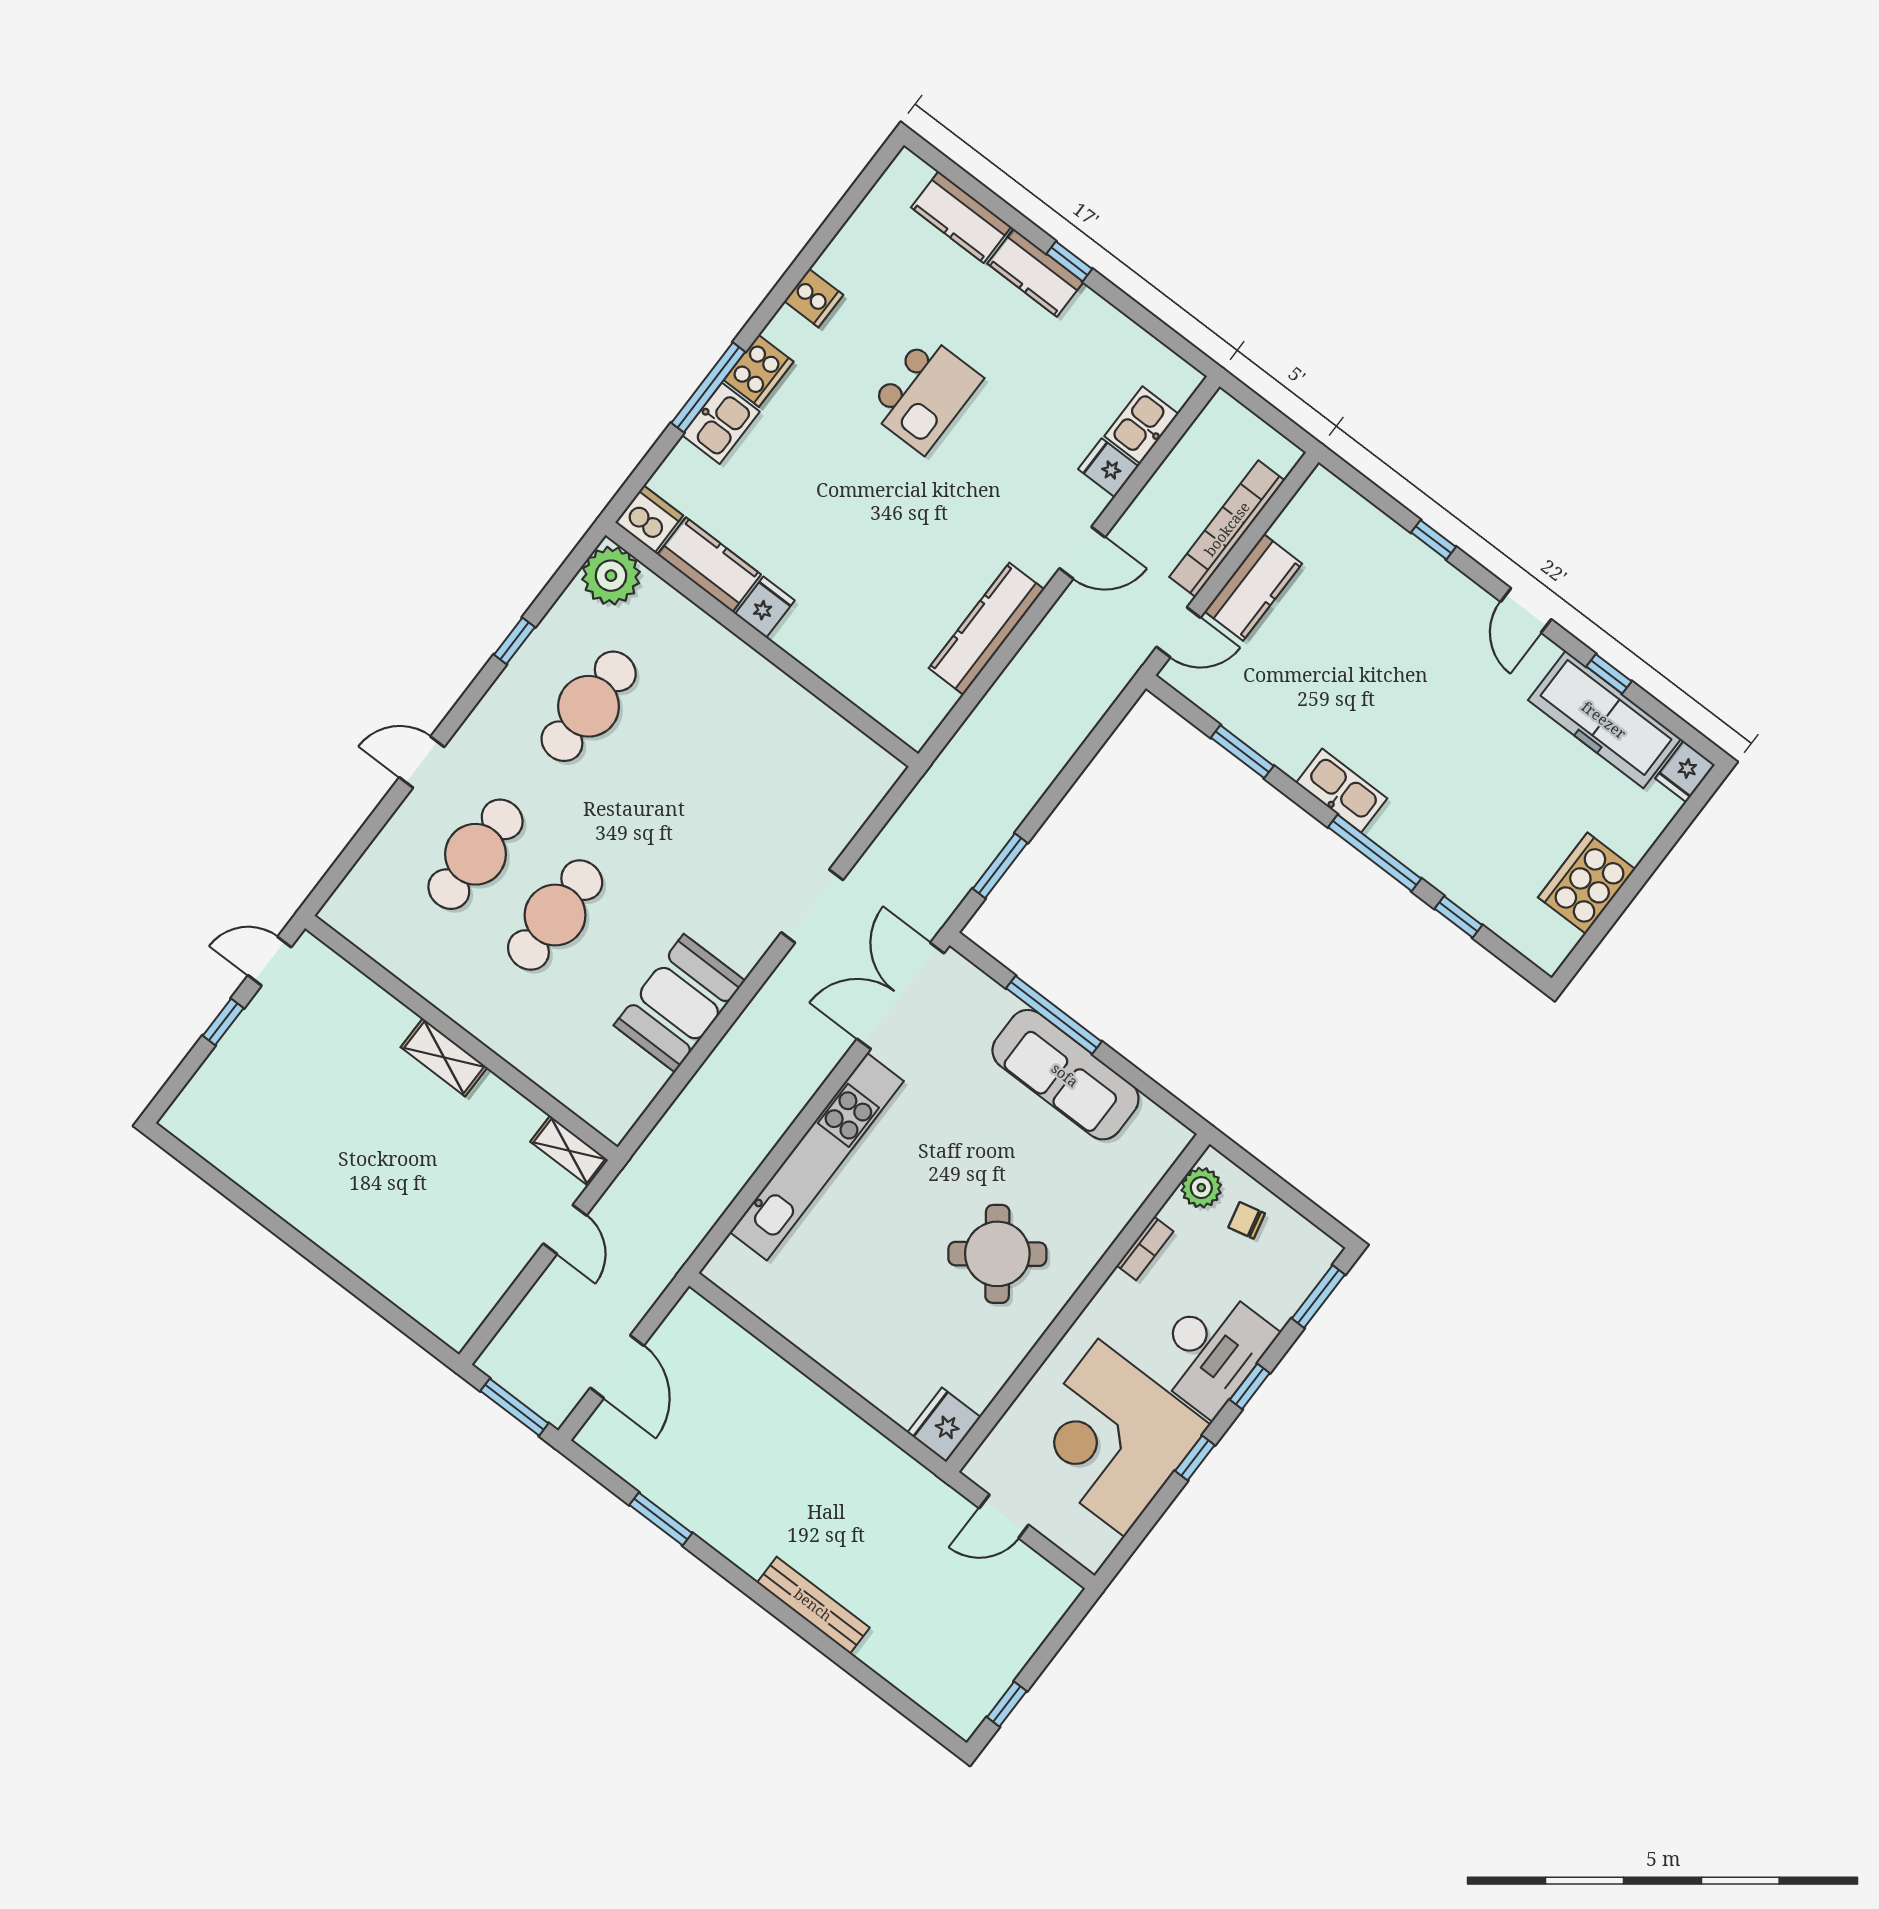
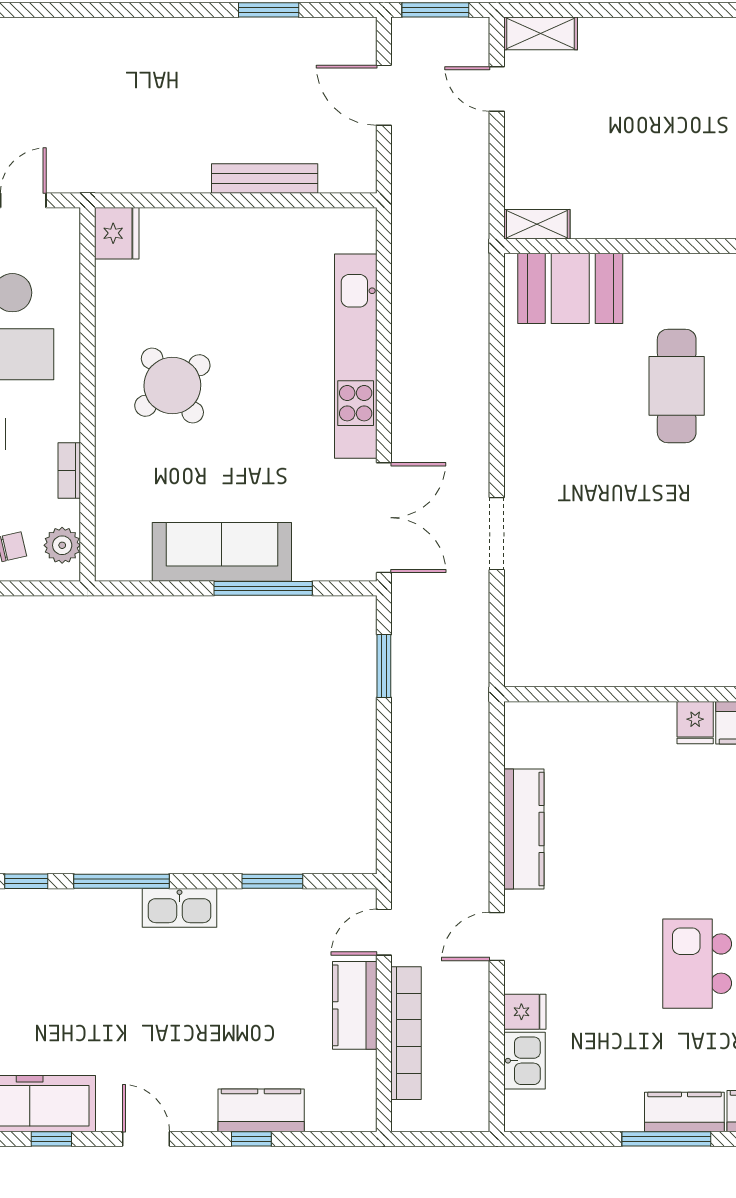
window: (1069, 261) -> (666, 1139), width x2.17
kitchen counter: (1406, 558) -> (261, 1110), added
booth: (679, 1003) -> (570, 288), moved, turned 90
shelving: (444, 1057) -> (541, 33), moved
door: (565, 1230) -> (497, 89), moved
bench: (813, 1605) -> (265, 178), moved

